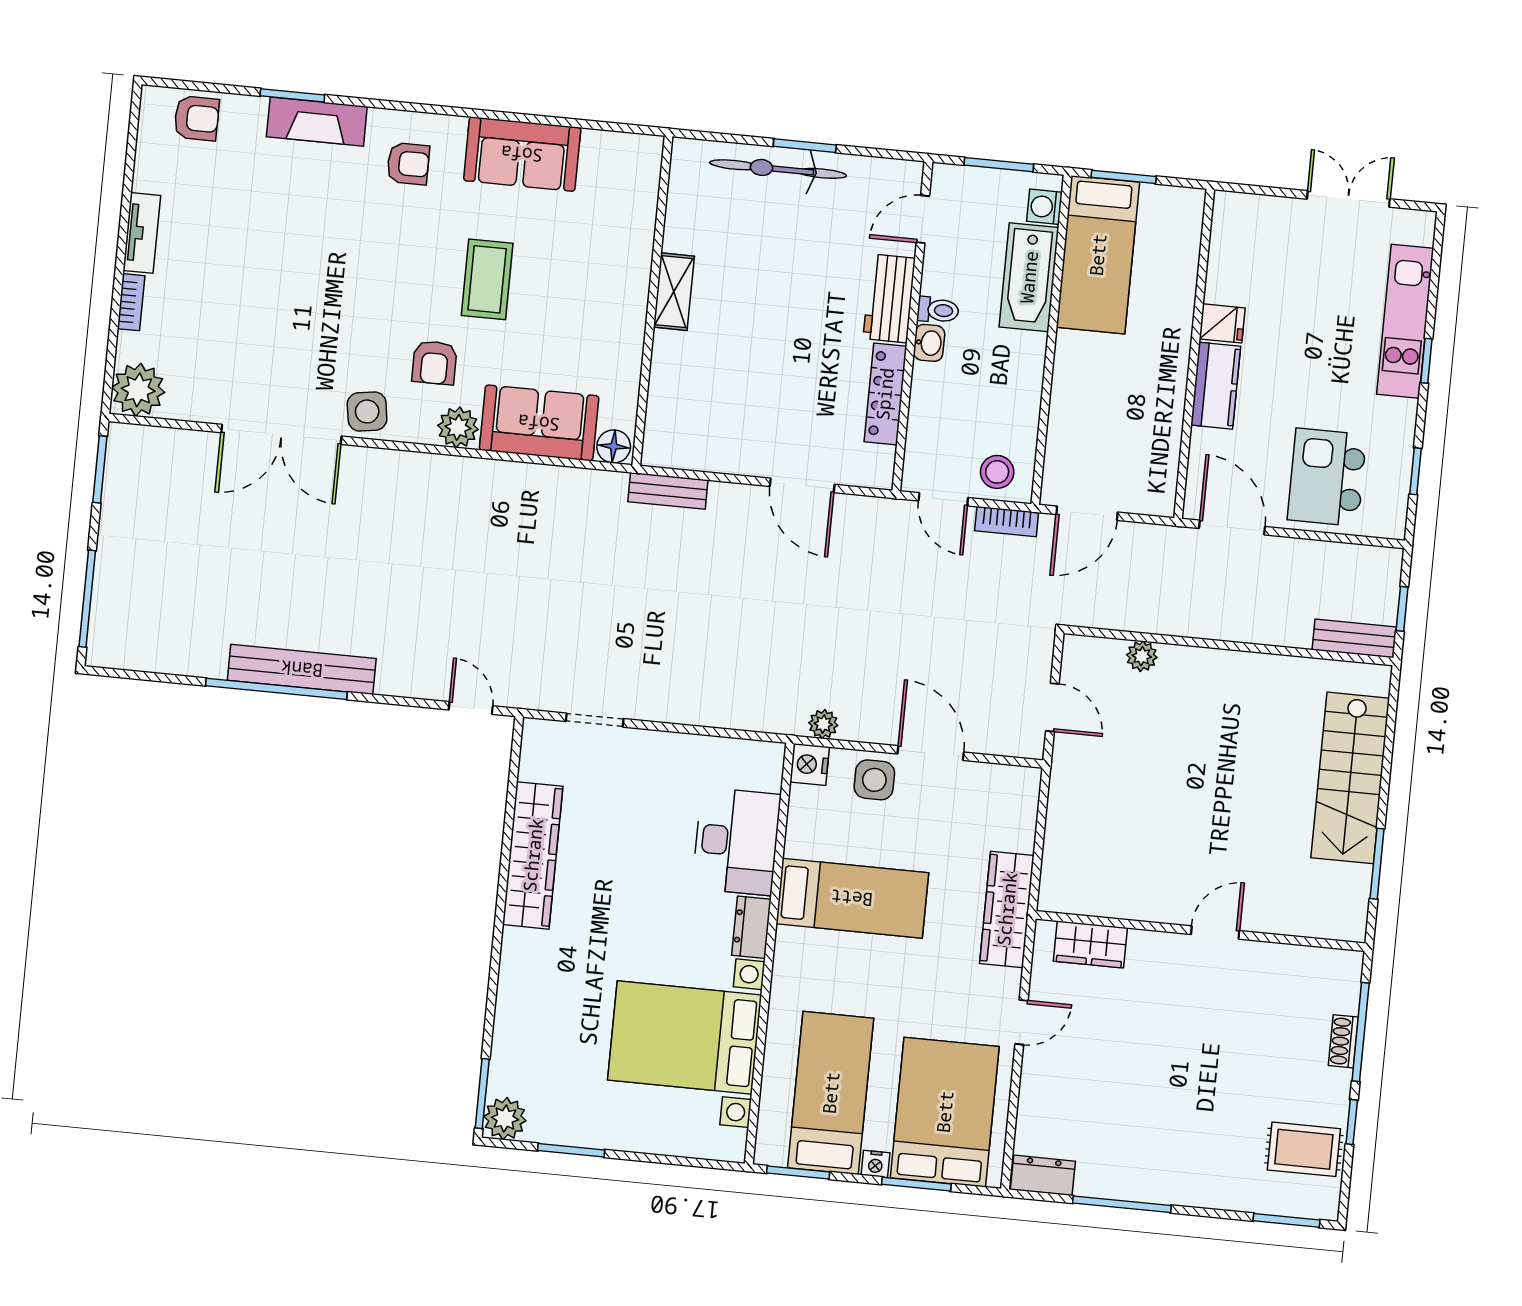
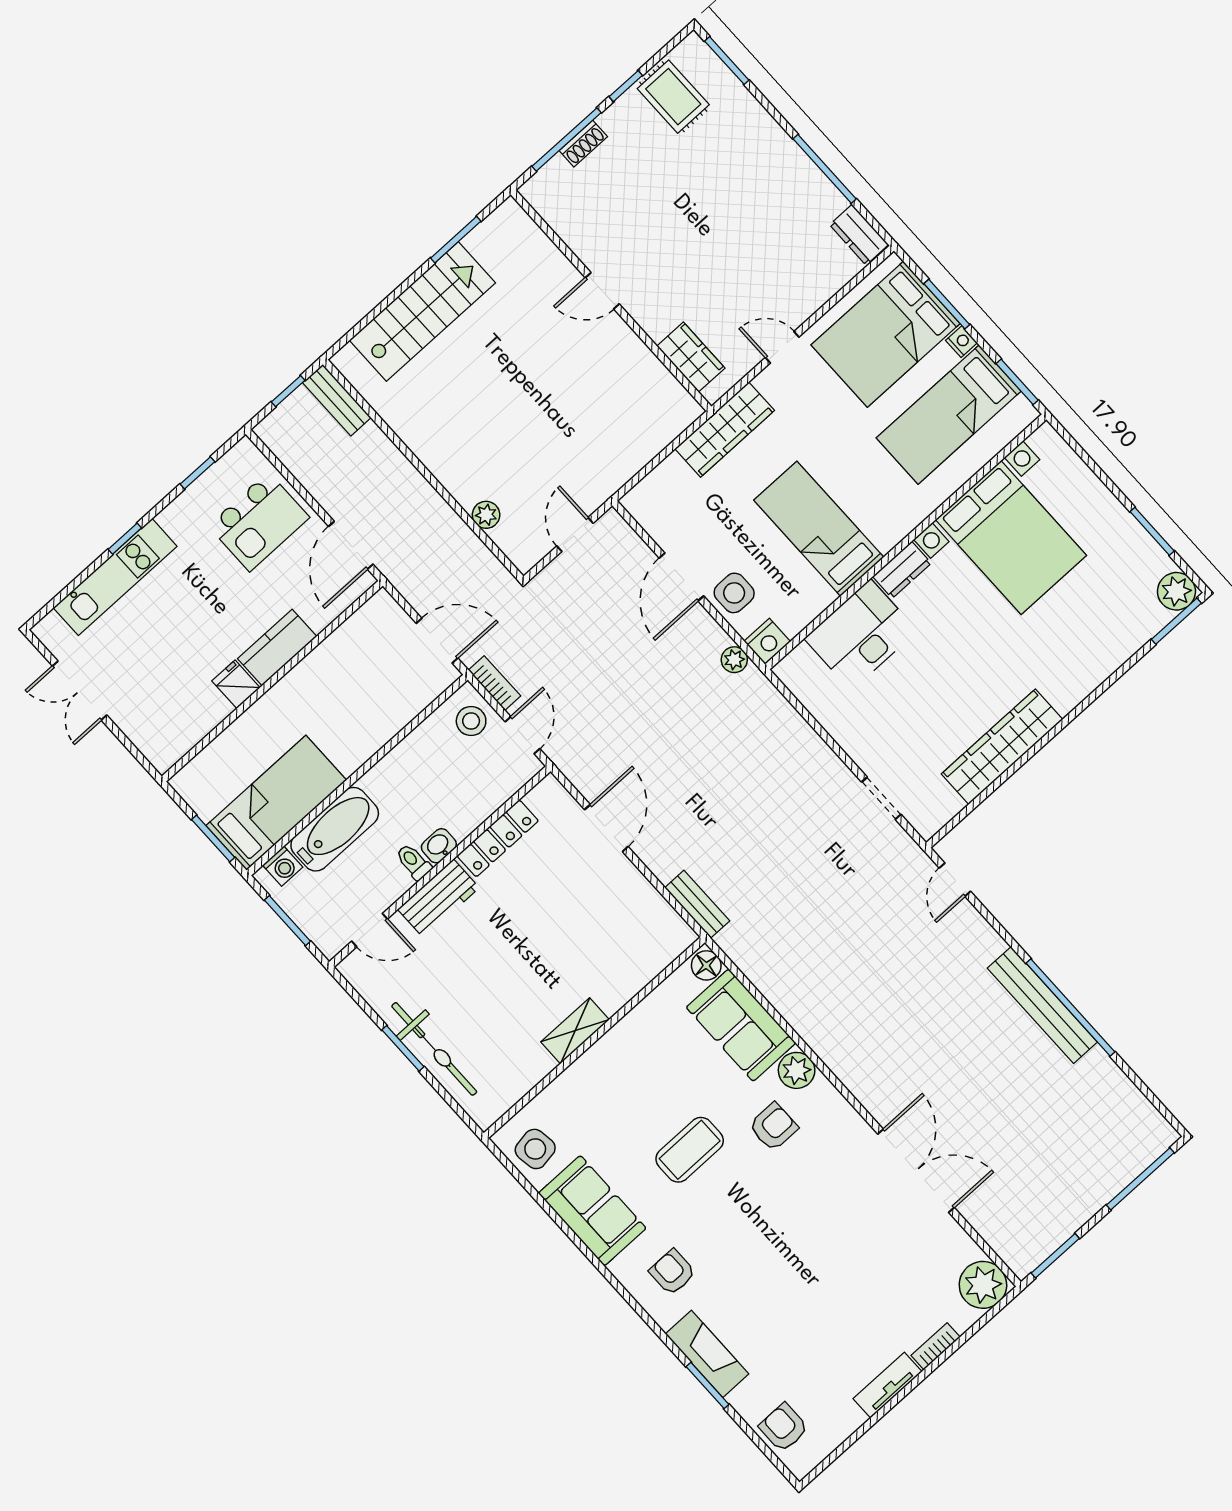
side table: (367, 411) -> (535, 1149), moved

